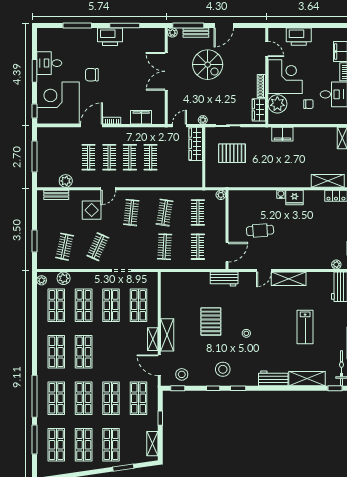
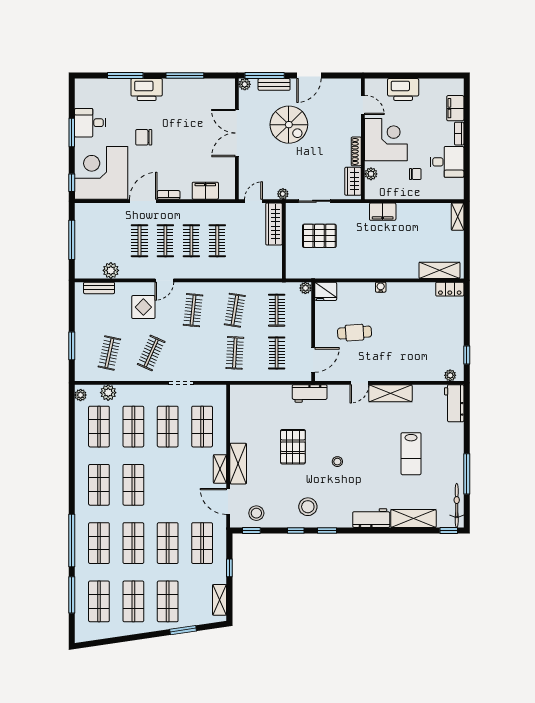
printer: (110, 37) -> (147, 90), moved
plant: (277, 104) -> (371, 174), width x0.53, depth x0.53
fridge: (294, 198) -> (326, 291), moved

